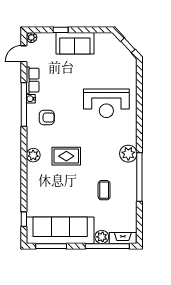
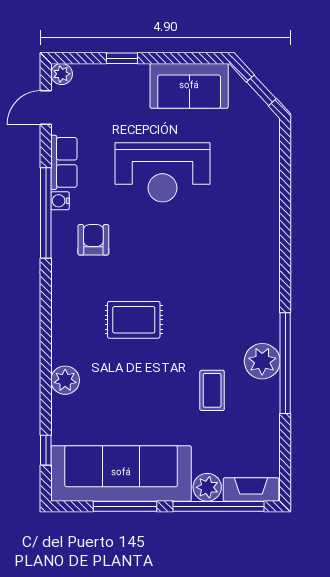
sofa: (75, 43) -> (189, 86), moved
reception desk: (106, 103) -> (162, 172), moved
armchair: (47, 117) -> (93, 240), turned -90
plant: (128, 154) -> (262, 361), moved
plant: (33, 155) -> (65, 380), moved
window: (51, 246) -> (125, 506), moved

